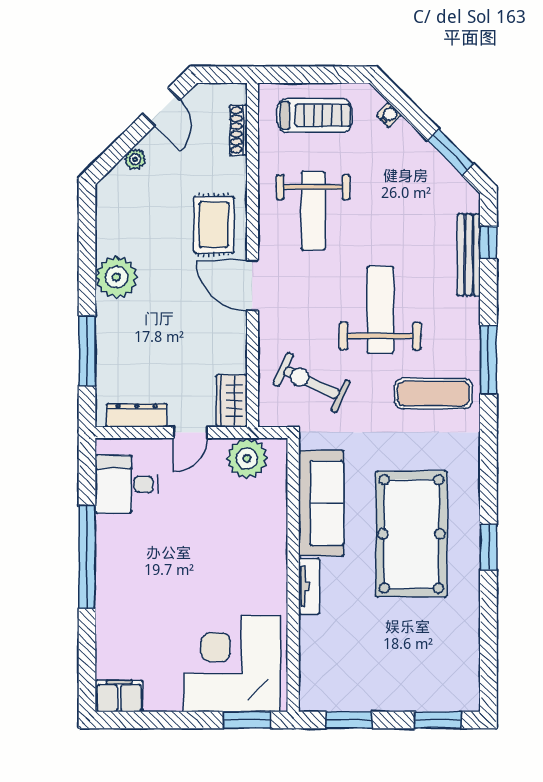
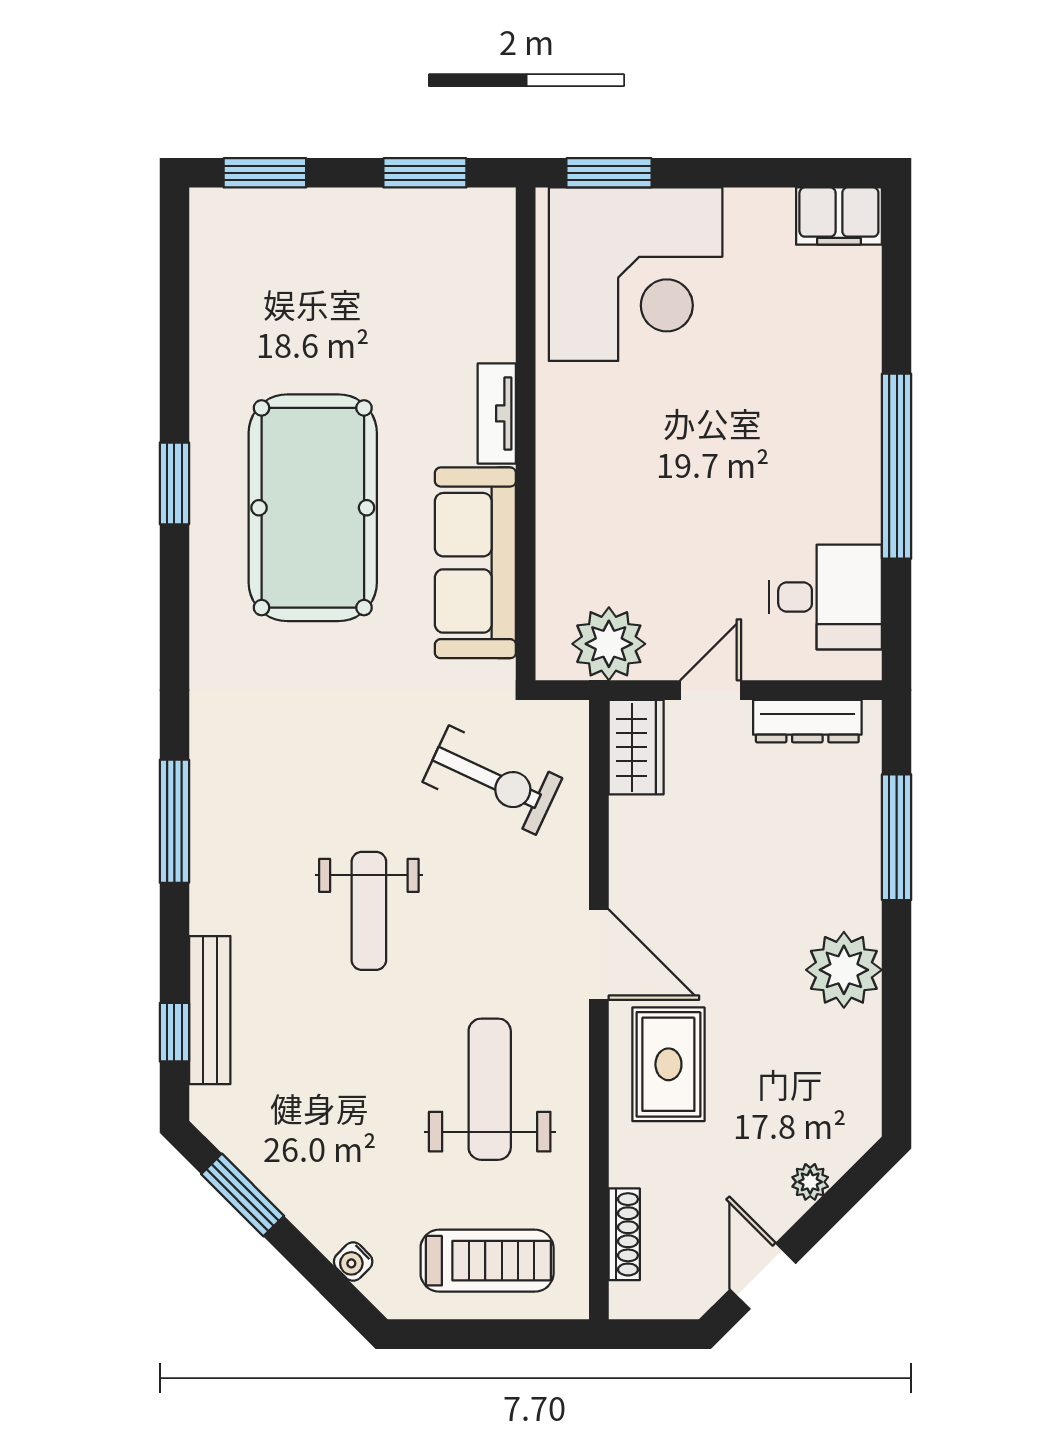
treadmill: (315, 115) -> (487, 1261), turned 180
weight bench: (380, 310) -> (369, 911), width x0.73, depth x0.75
exercise mat: (433, 394) -> (273, 760), removed

